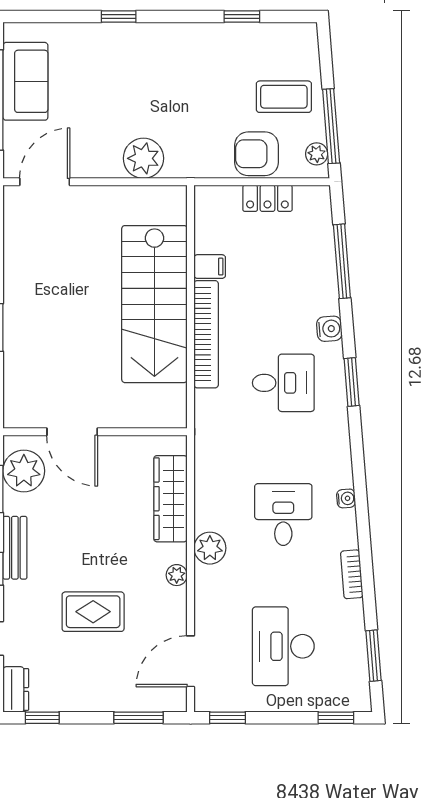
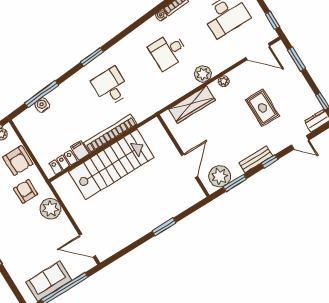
armchair: (198, 135) -> (26, 191), added
locker: (267, 198) -> (63, 162), moved, turned -90
water cooler: (329, 329) -> (42, 105), moved
water cooler: (346, 498) -> (161, 15), moved

